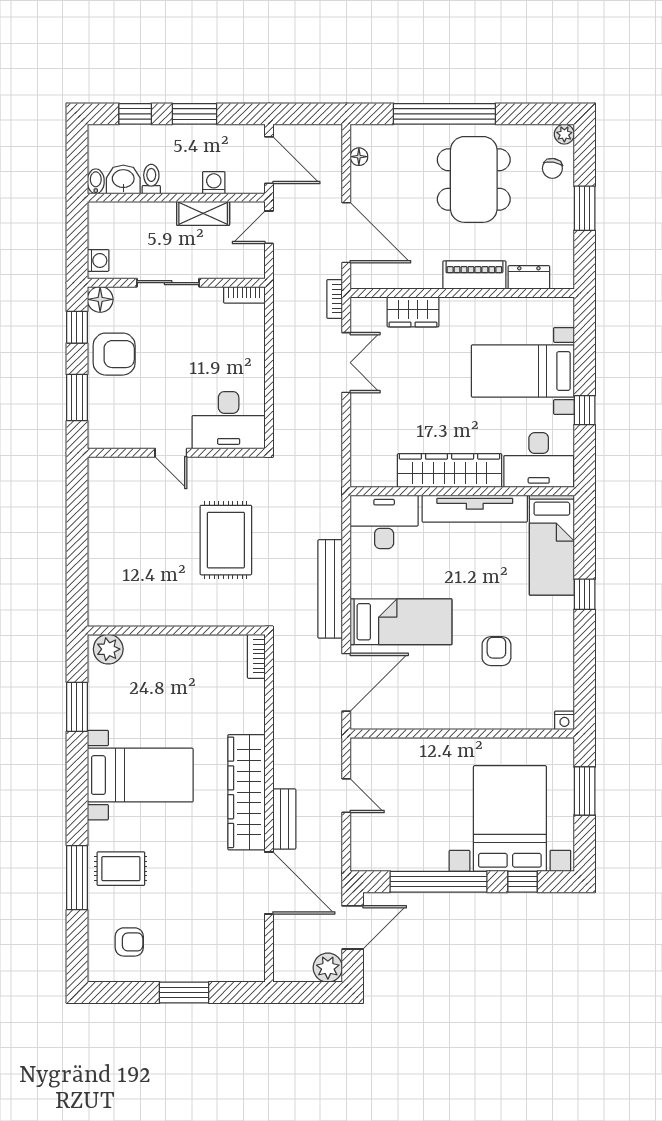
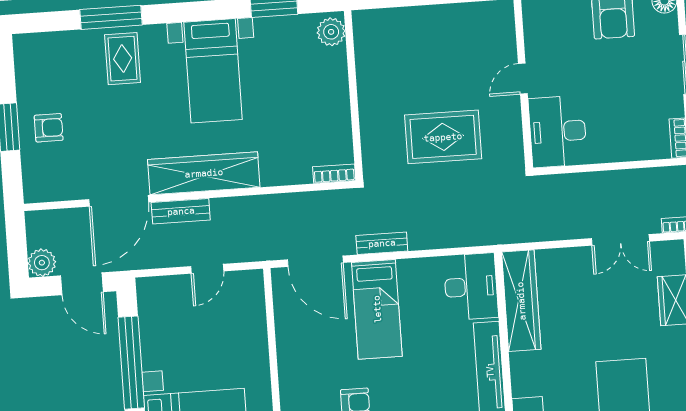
wardrobe: (450, 471) -> (521, 301), moved
bench: (330, 589) -> (382, 243), width x0.54, depth x0.82
armchair: (129, 942) -> (49, 128), moved, turned -90

